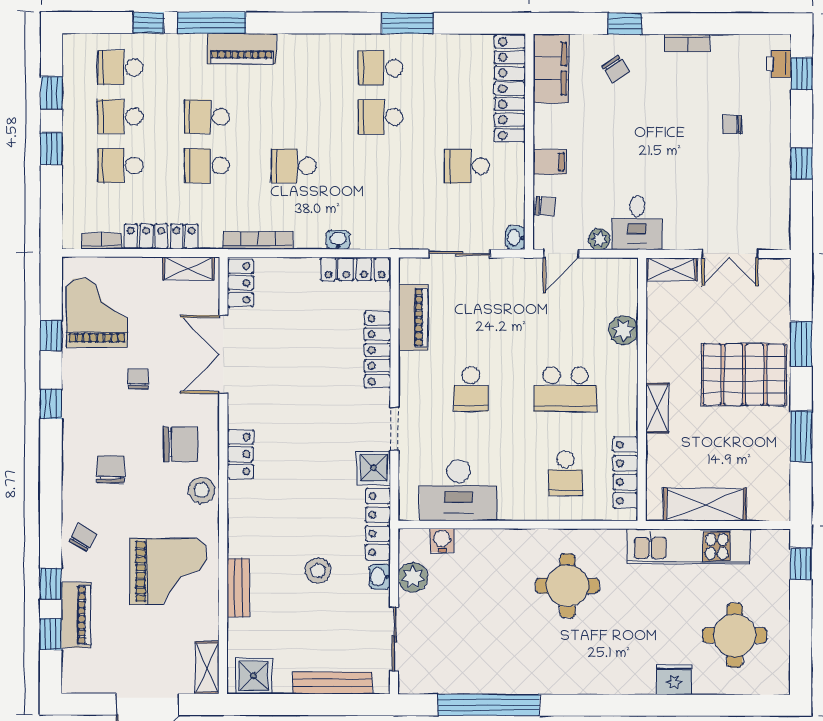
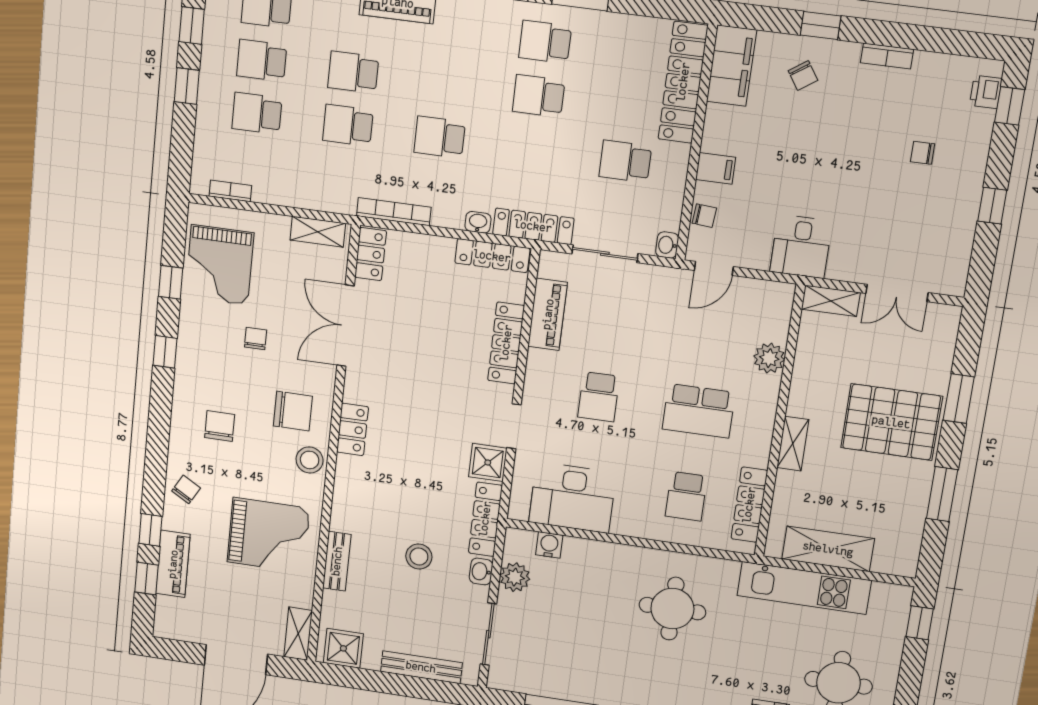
locker: (161, 236) -> (533, 226), moved
plant: (599, 239) -> (757, 258), removed
grand piano: (97, 313) -> (220, 265), turned 180

